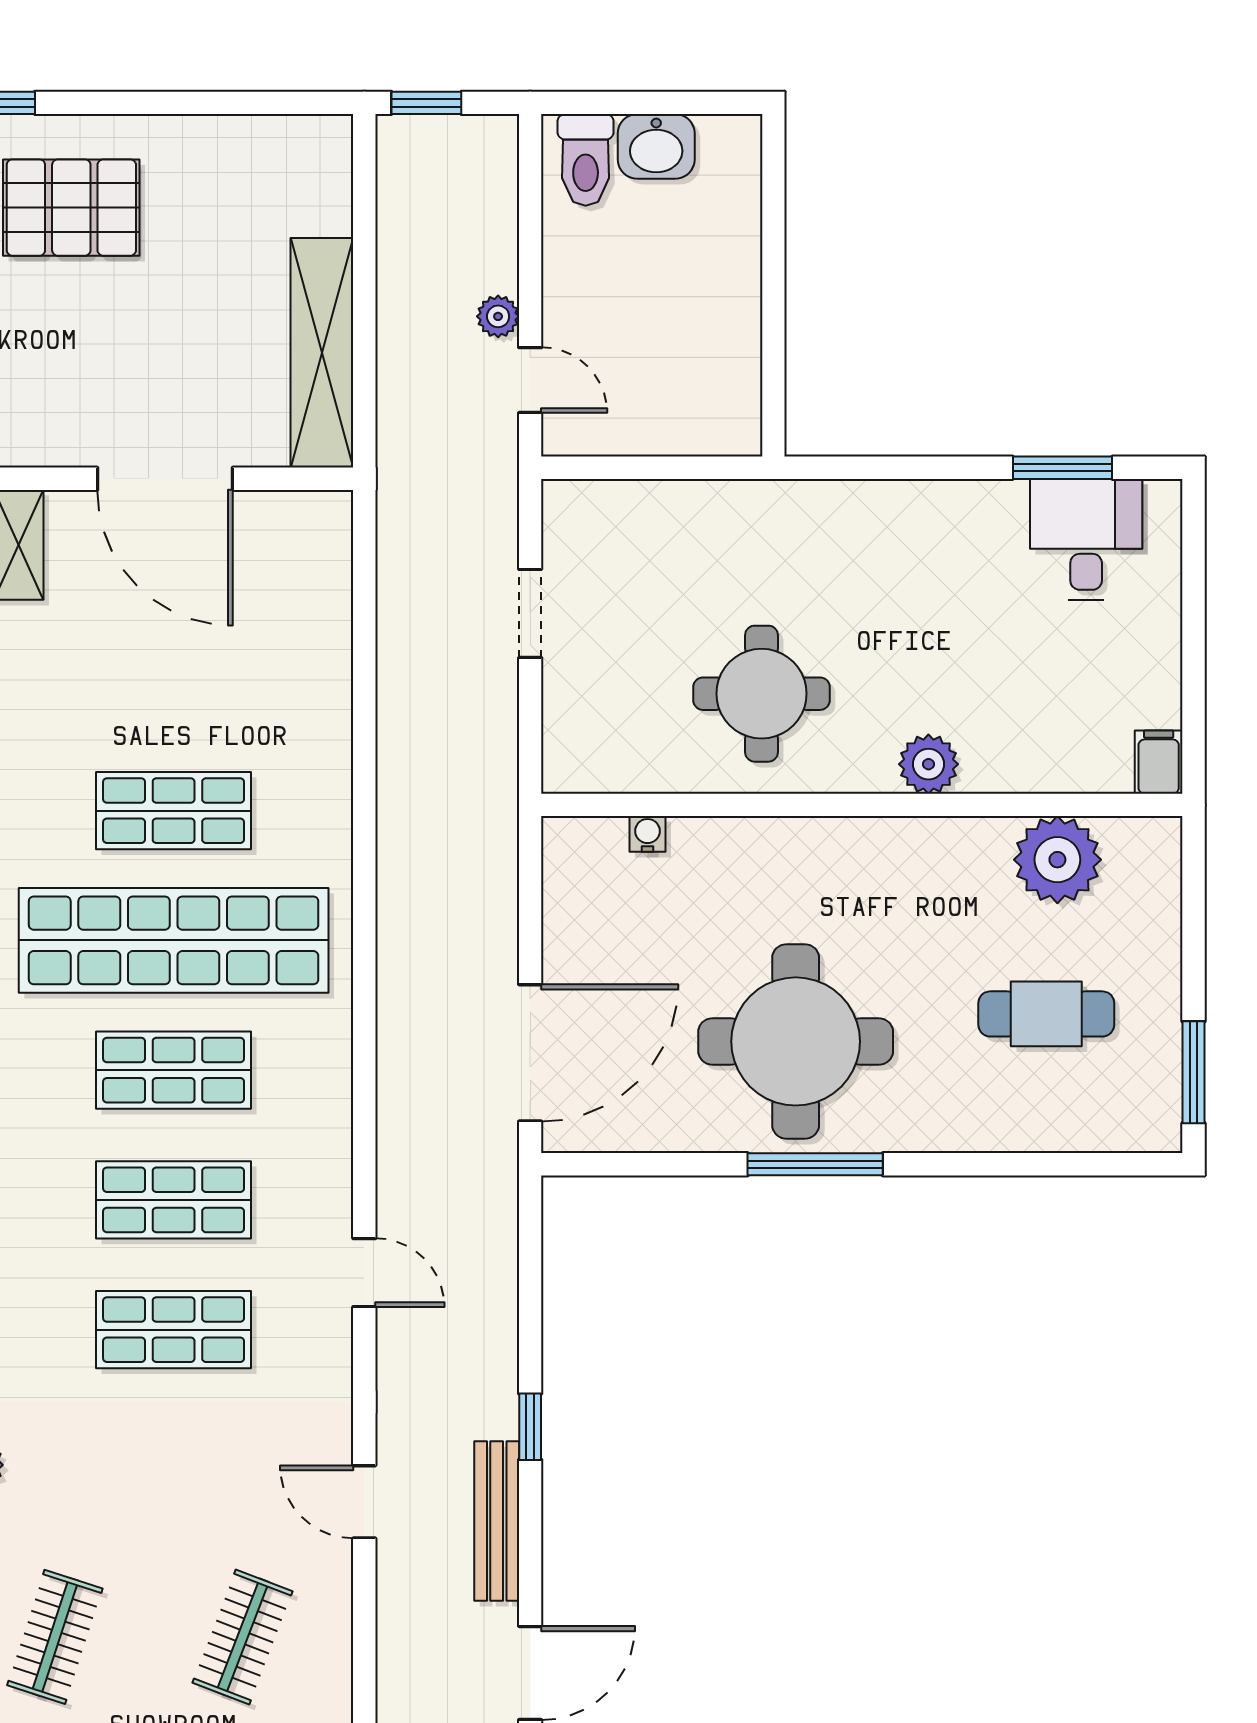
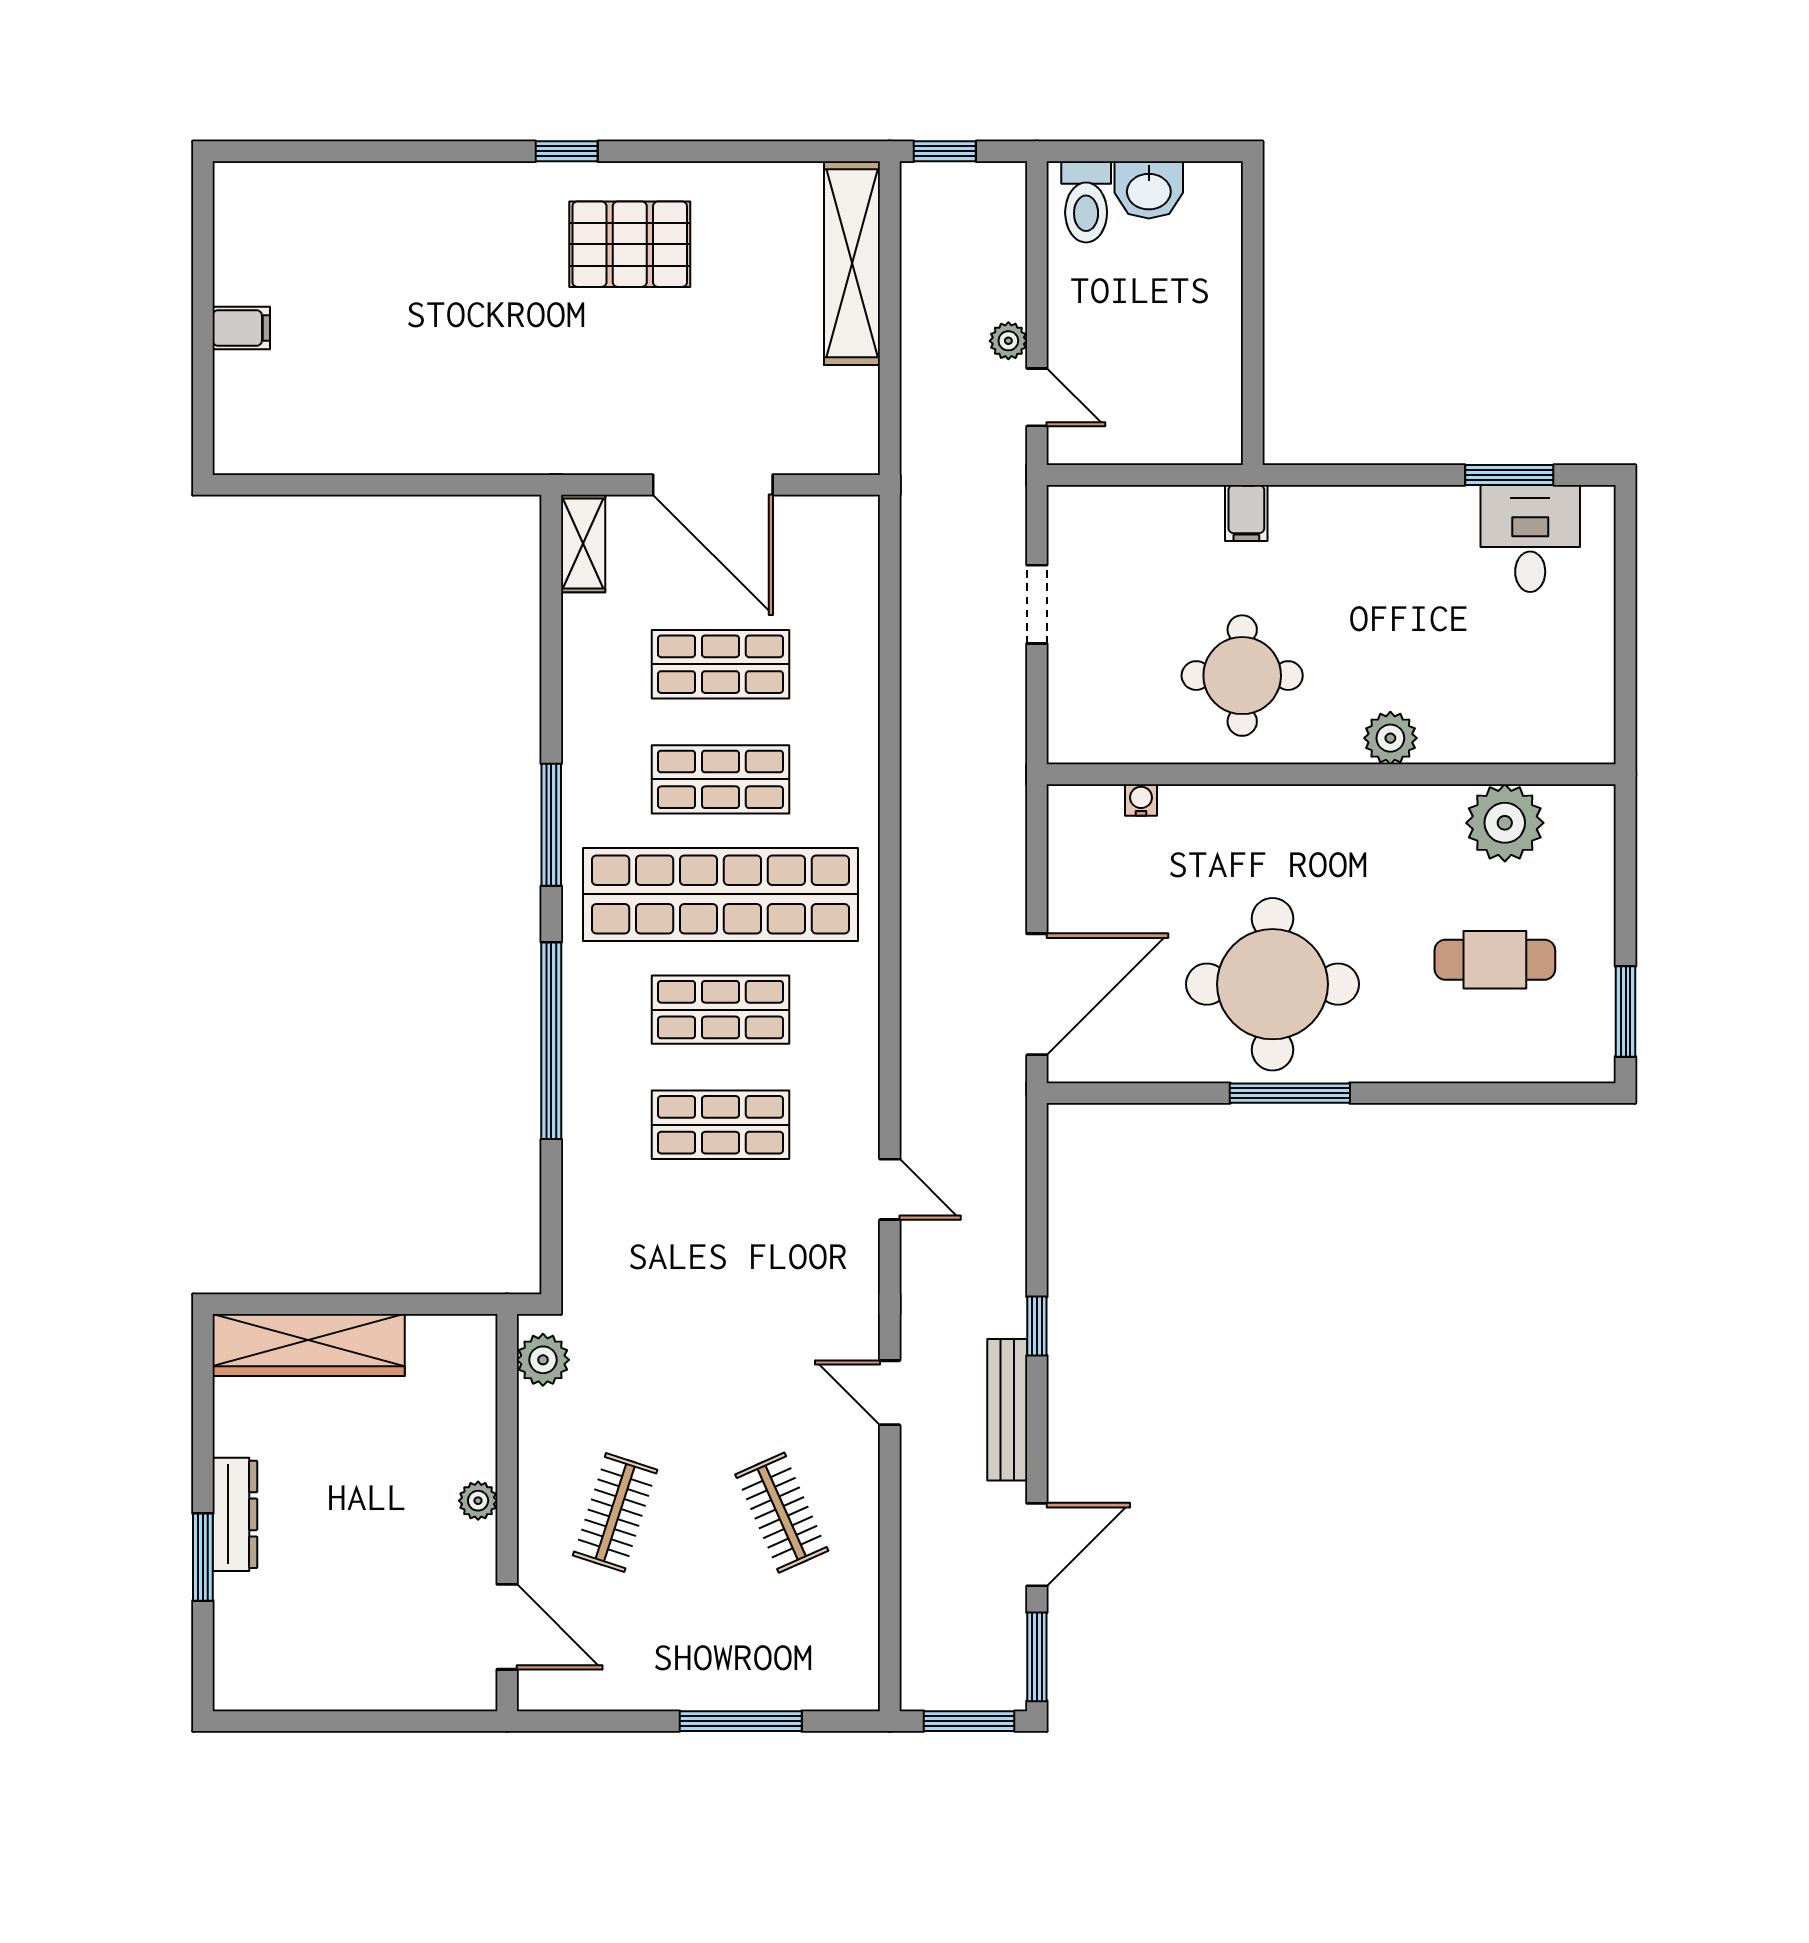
shelving: (322, 353) -> (852, 263), moved
filing cabinet: (1159, 762) -> (1246, 513), moved, turned 180
shop shelf: (174, 1330) -> (720, 664), moved
clothes rail: (243, 1637) -> (782, 1513), turned -45

